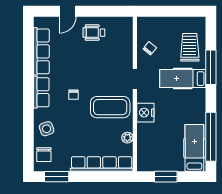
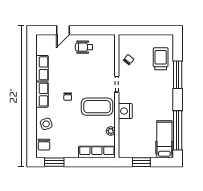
row of seats: (41, 51) -> (42, 68), width x0.68
hospital bed: (183, 79) -> (155, 84), removed
row of seats: (102, 164) -> (97, 152), width x0.73

